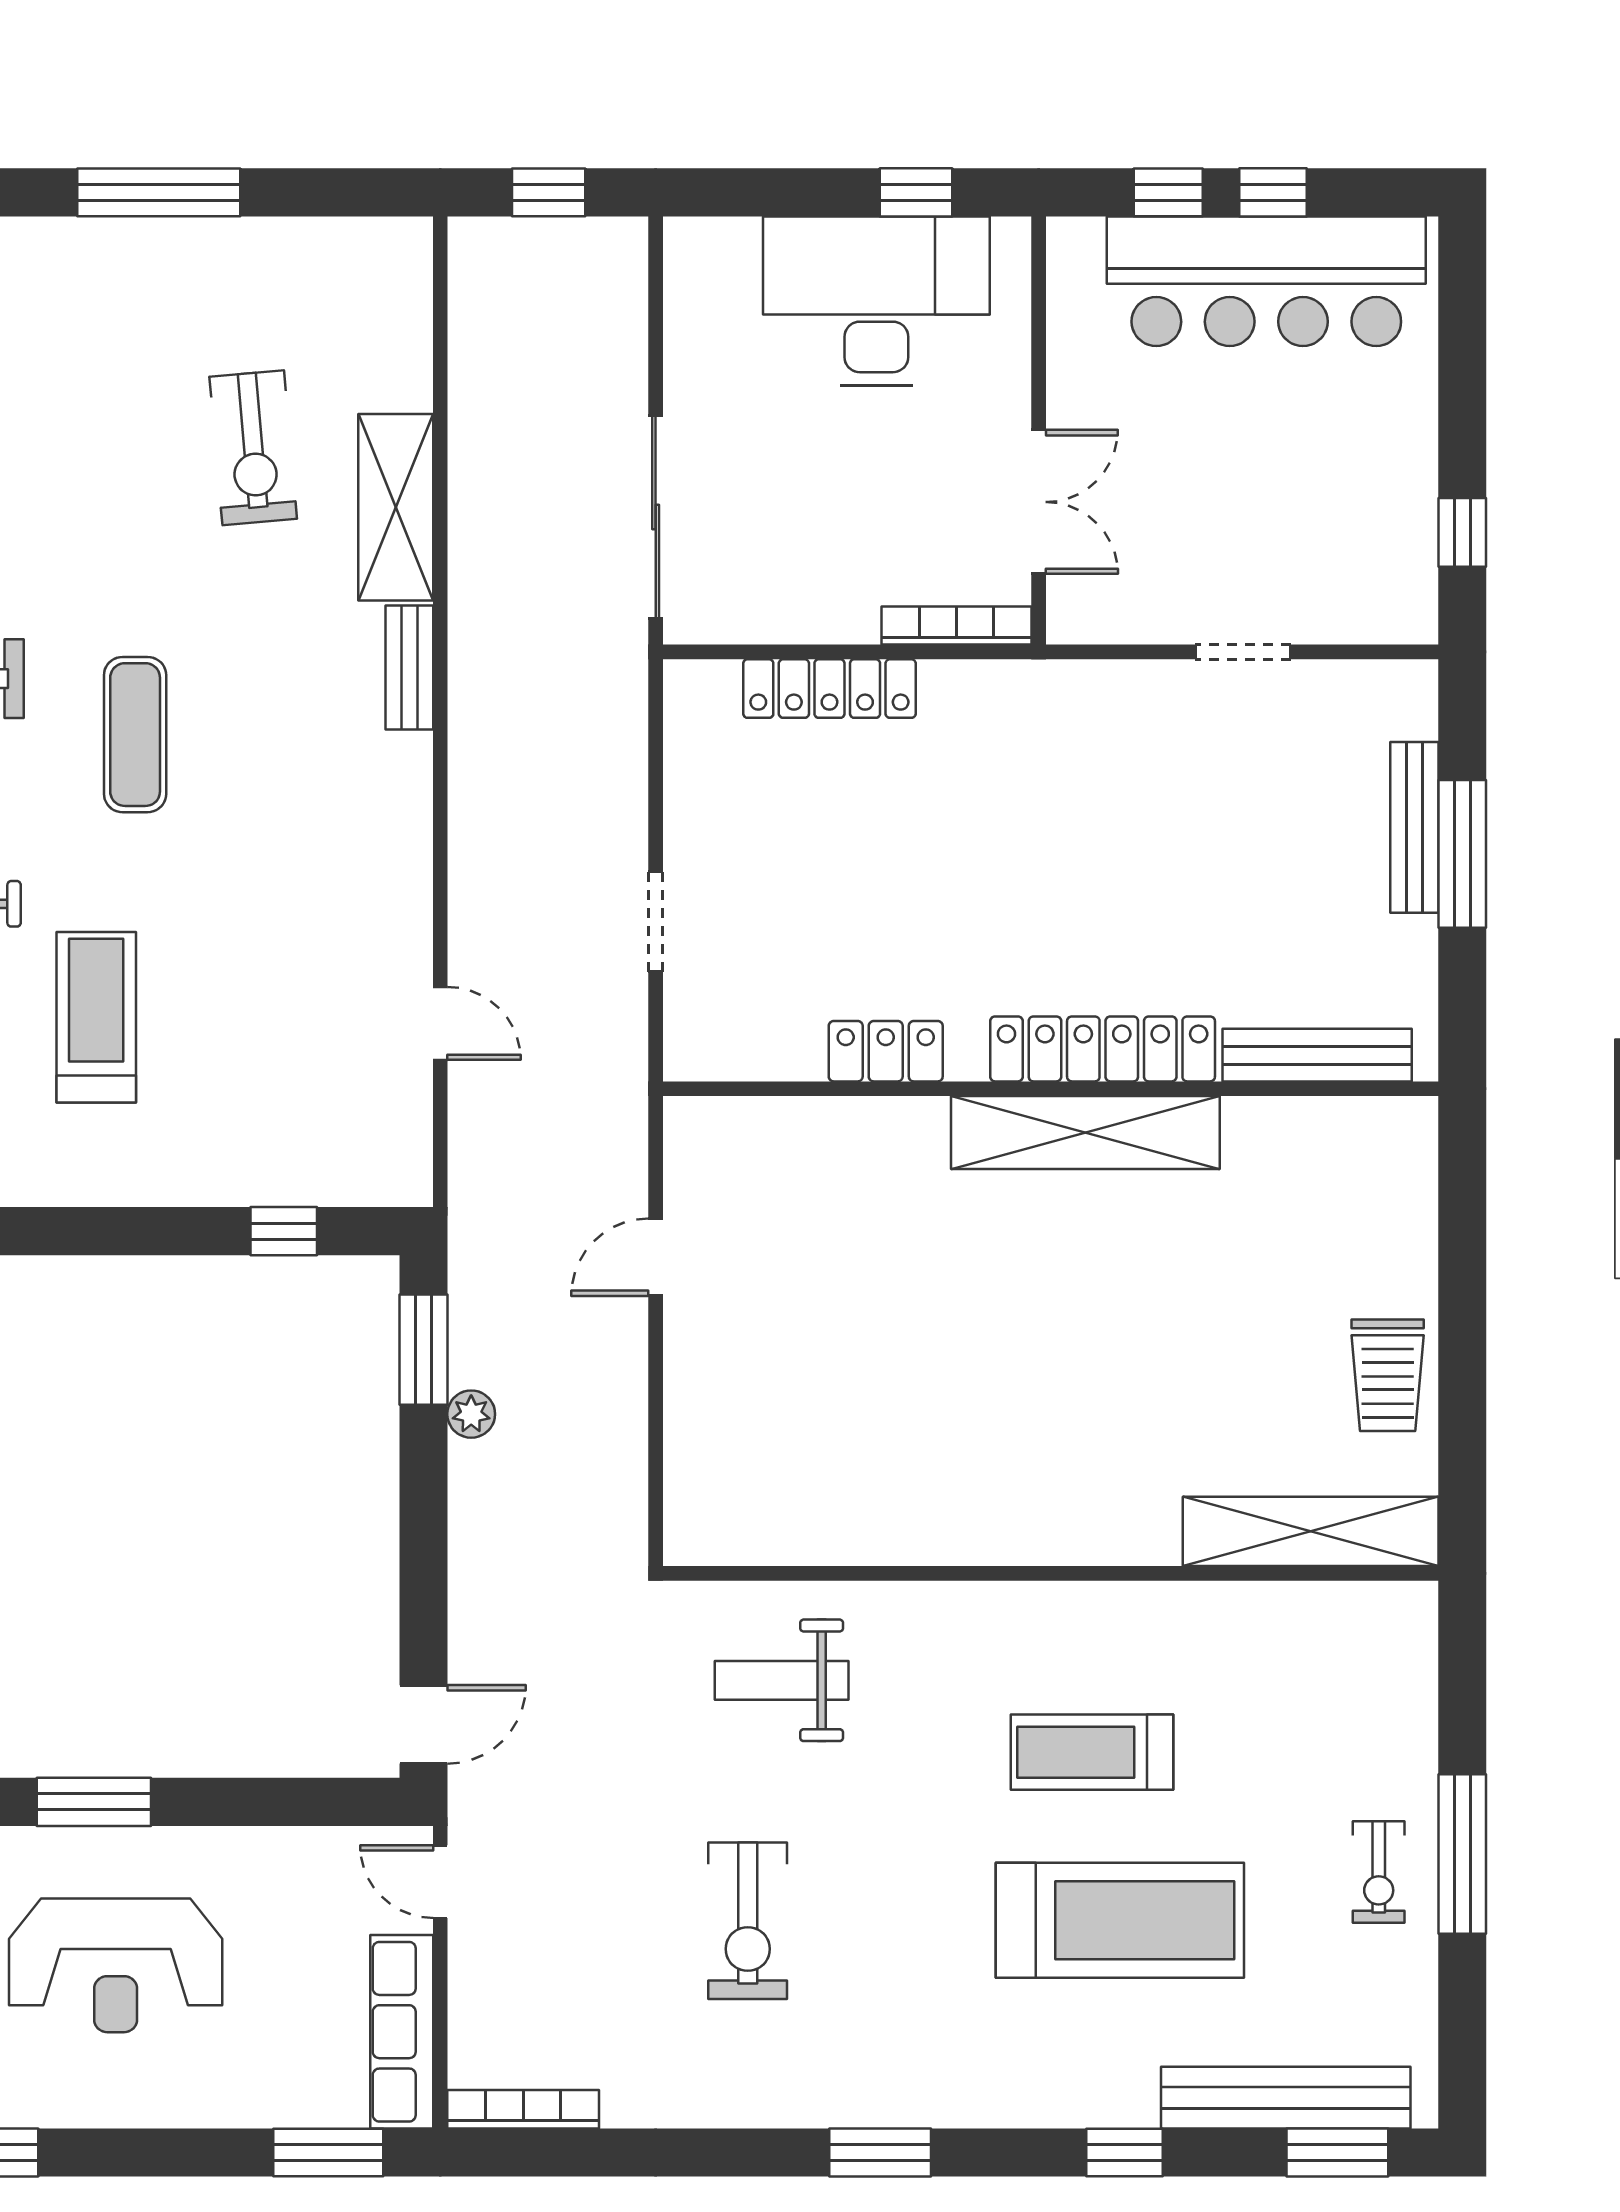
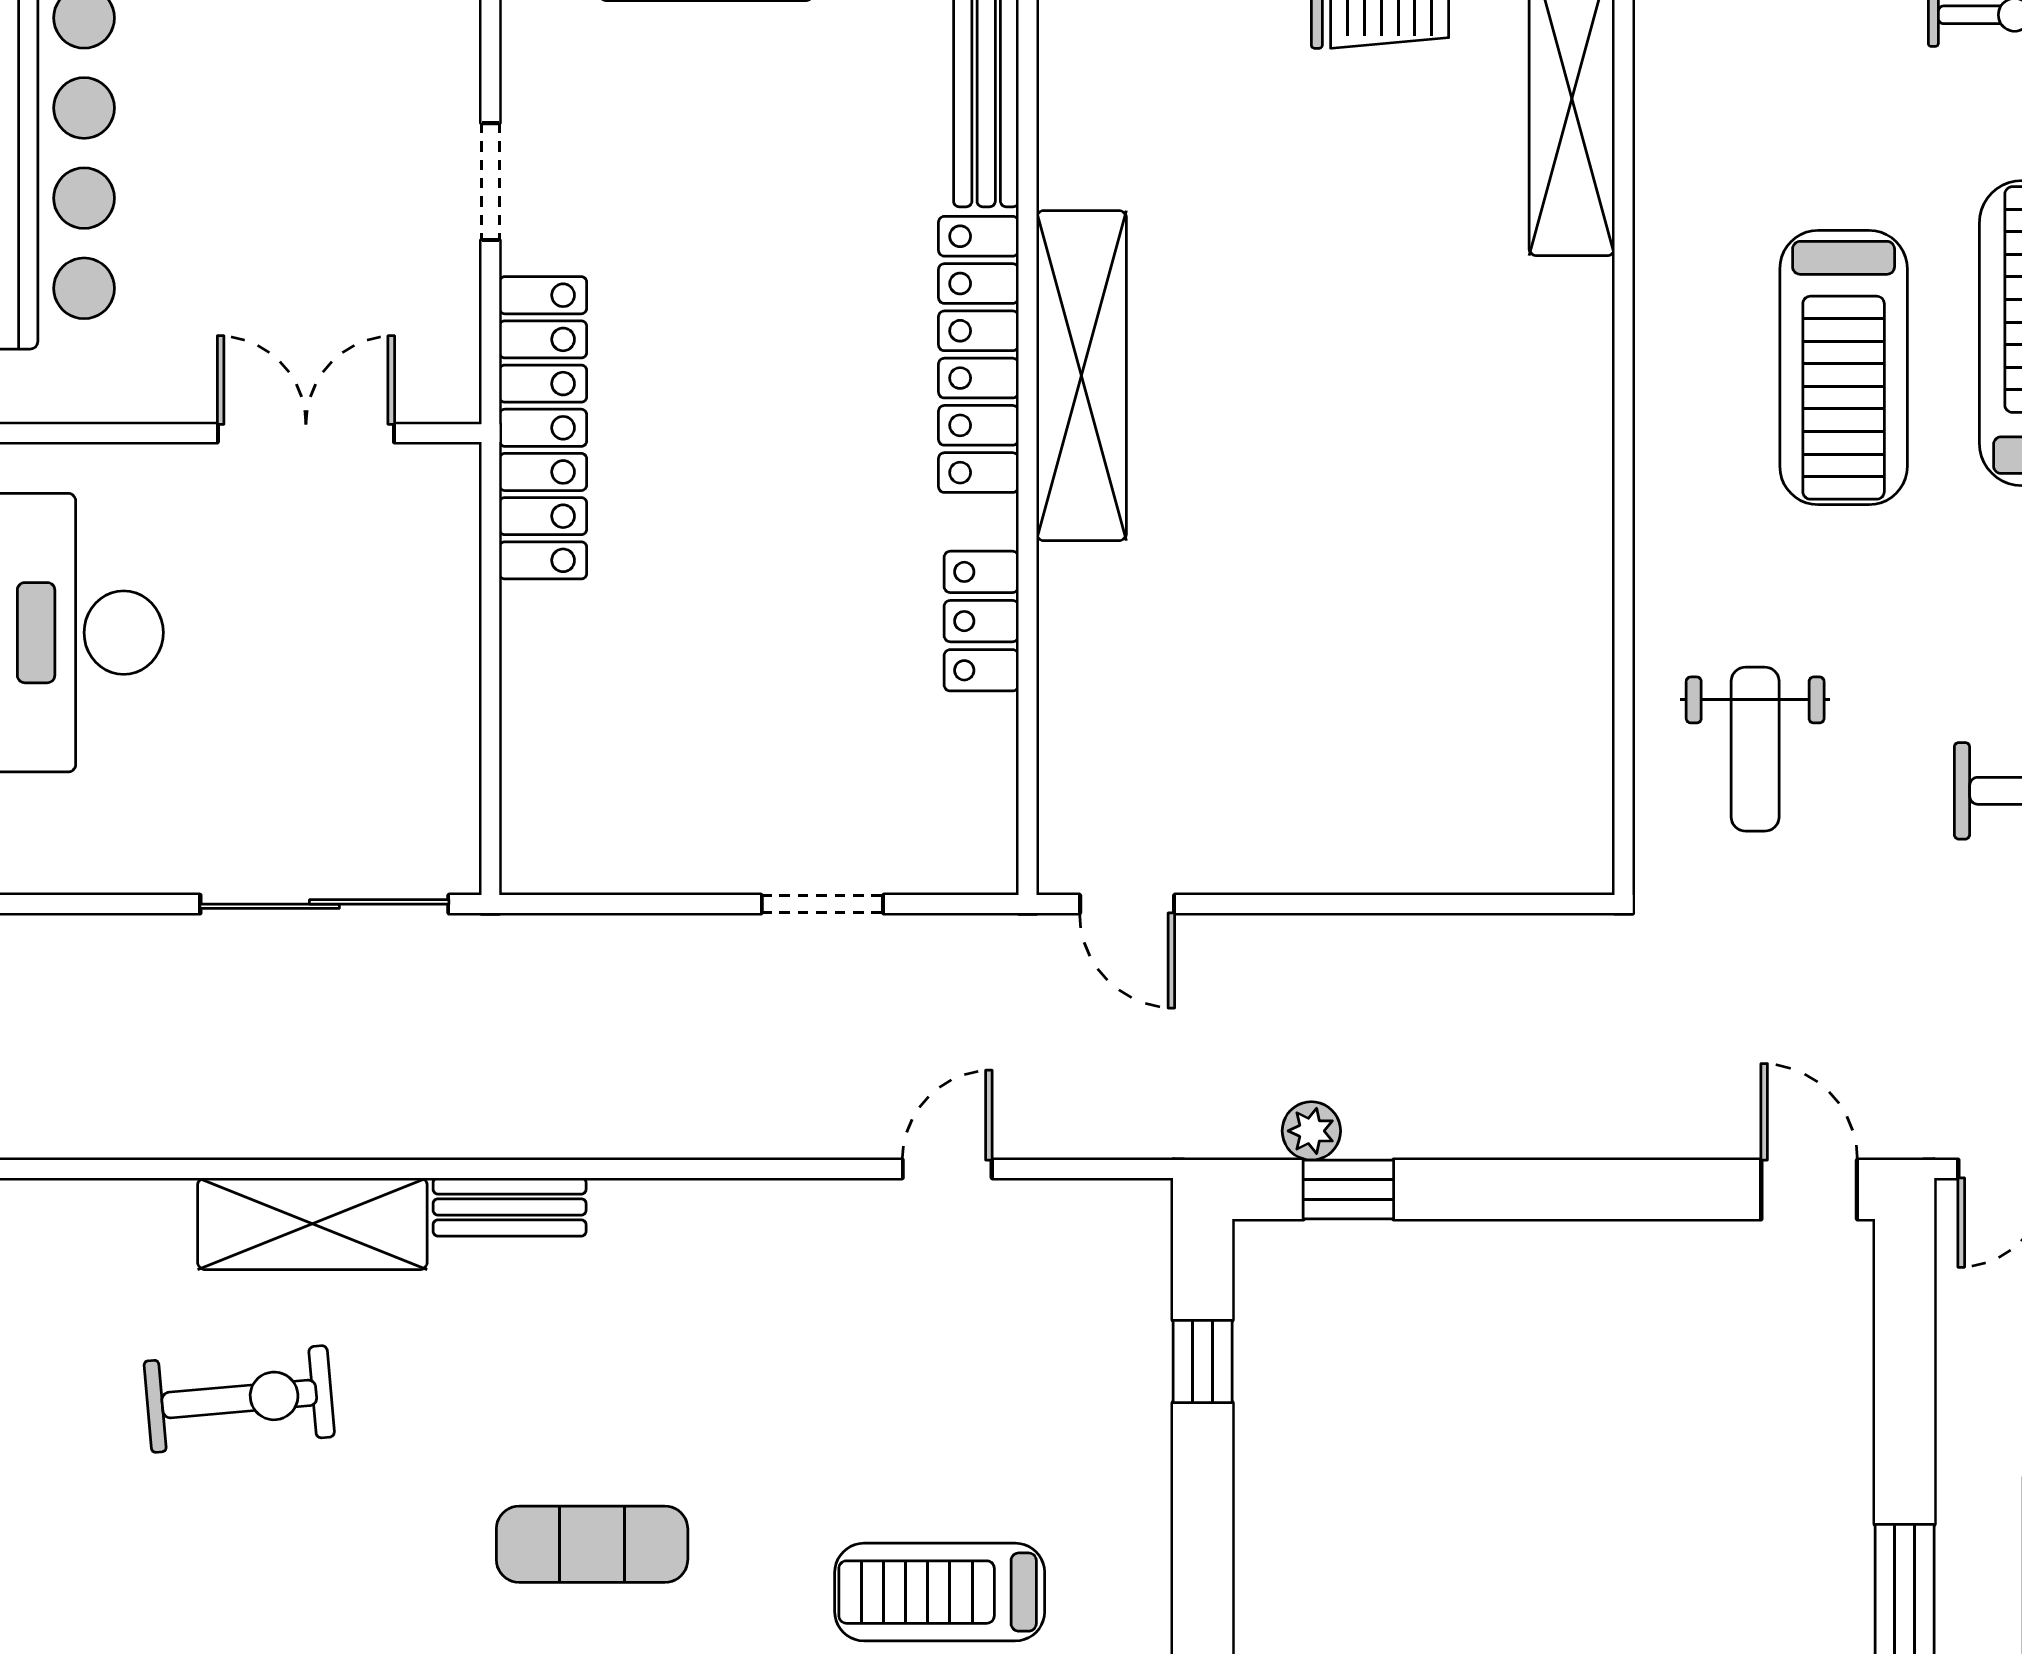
bookcase: (957, 626) -> (458, 534), removed
locker: (829, 689) -> (543, 428), moved, width x1.41, depth x1.21
door: (656, 1257) -> (1127, 904), moved
window: (424, 1350) -> (1348, 1190), width x0.67
plant: (471, 1414) -> (1311, 1131), moved
treadmill: (1092, 1752) -> (1844, 368), width x1.37, depth x1.38

